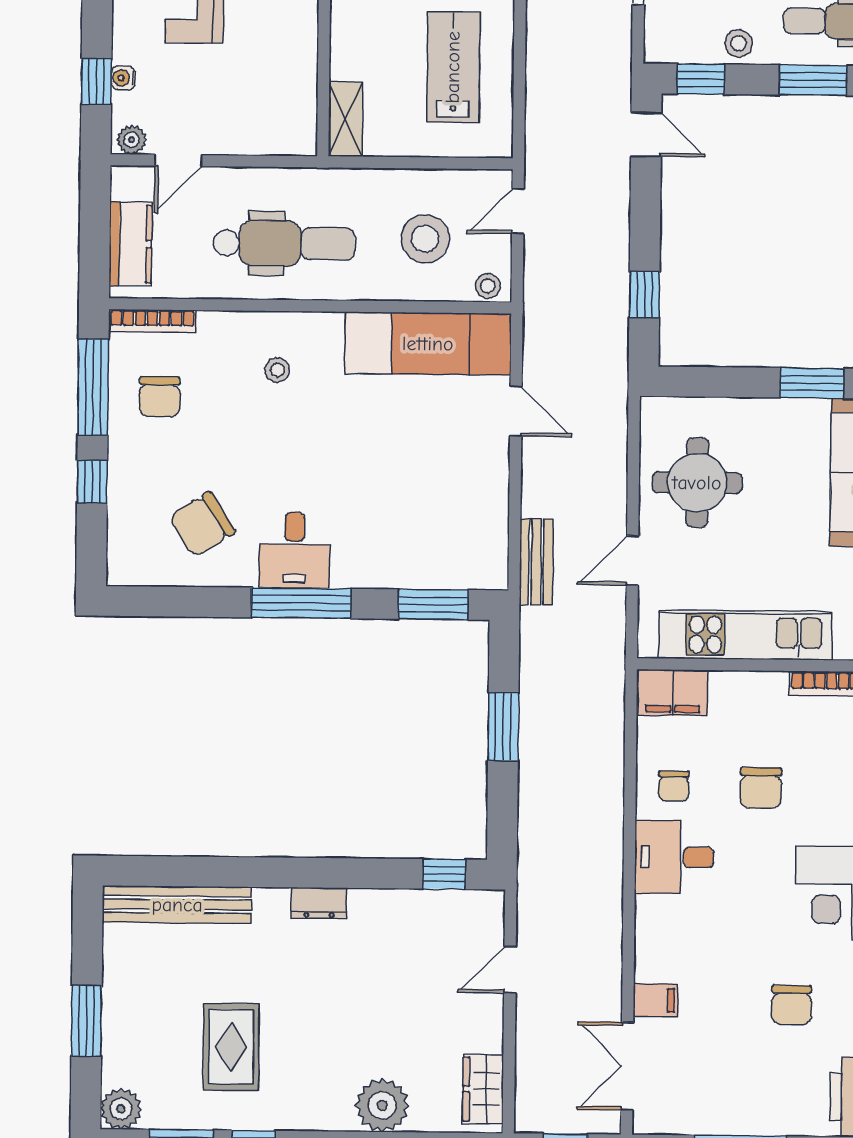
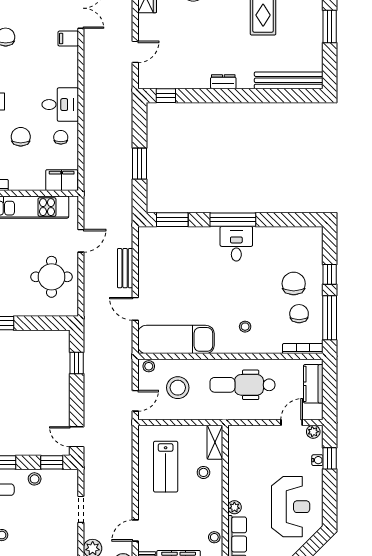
stool: (371, 54) -> (203, 472), added
chair: (202, 524) -> (294, 284), moved, turned -57
bench: (536, 562) -> (125, 268), moved

